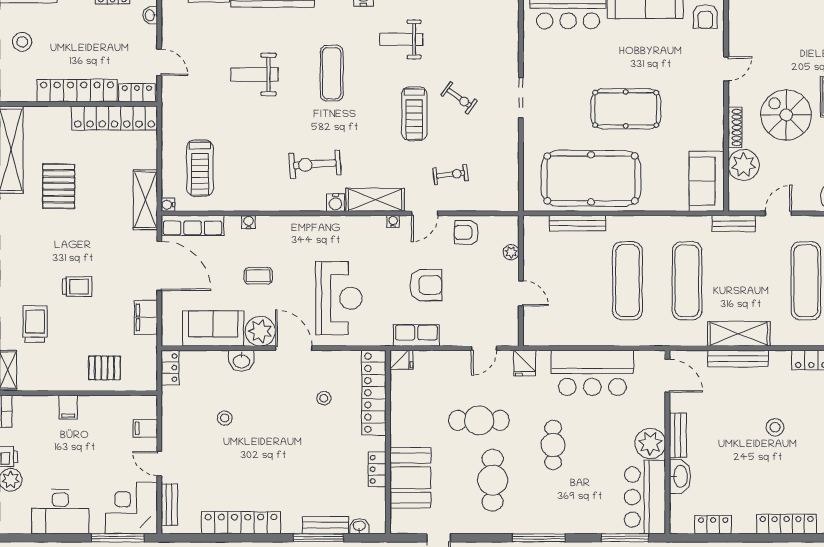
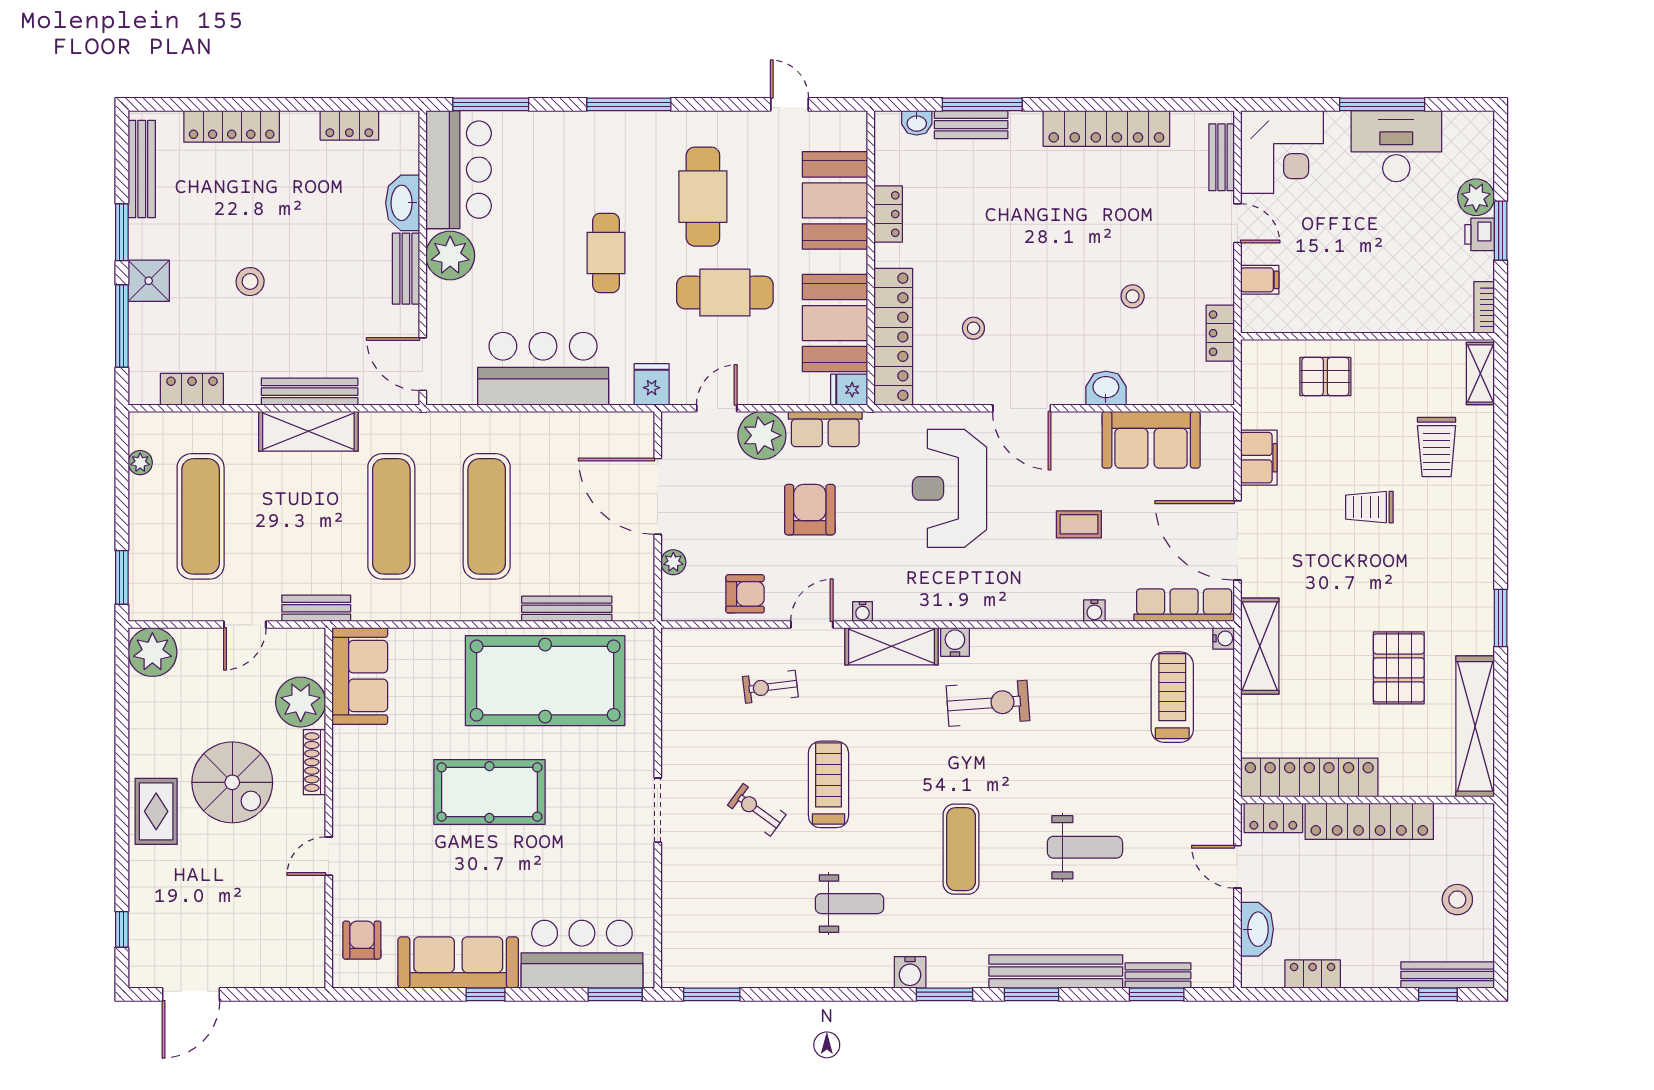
washbasin: (150, 15) -> (1257, 929), width x1.91, depth x1.45
armchair: (426, 285) -> (810, 510), turned 90
door: (521, 293) -> (658, 496), width x1.88
plant: (260, 331) -> (762, 435), moved
locker: (170, 368) -> (1220, 333), moved
booth: (410, 401) -> (835, 323), added
filing cabinet: (68, 407) -> (1384, 314), removed
window: (118, 538) -> (1382, 104), moved

